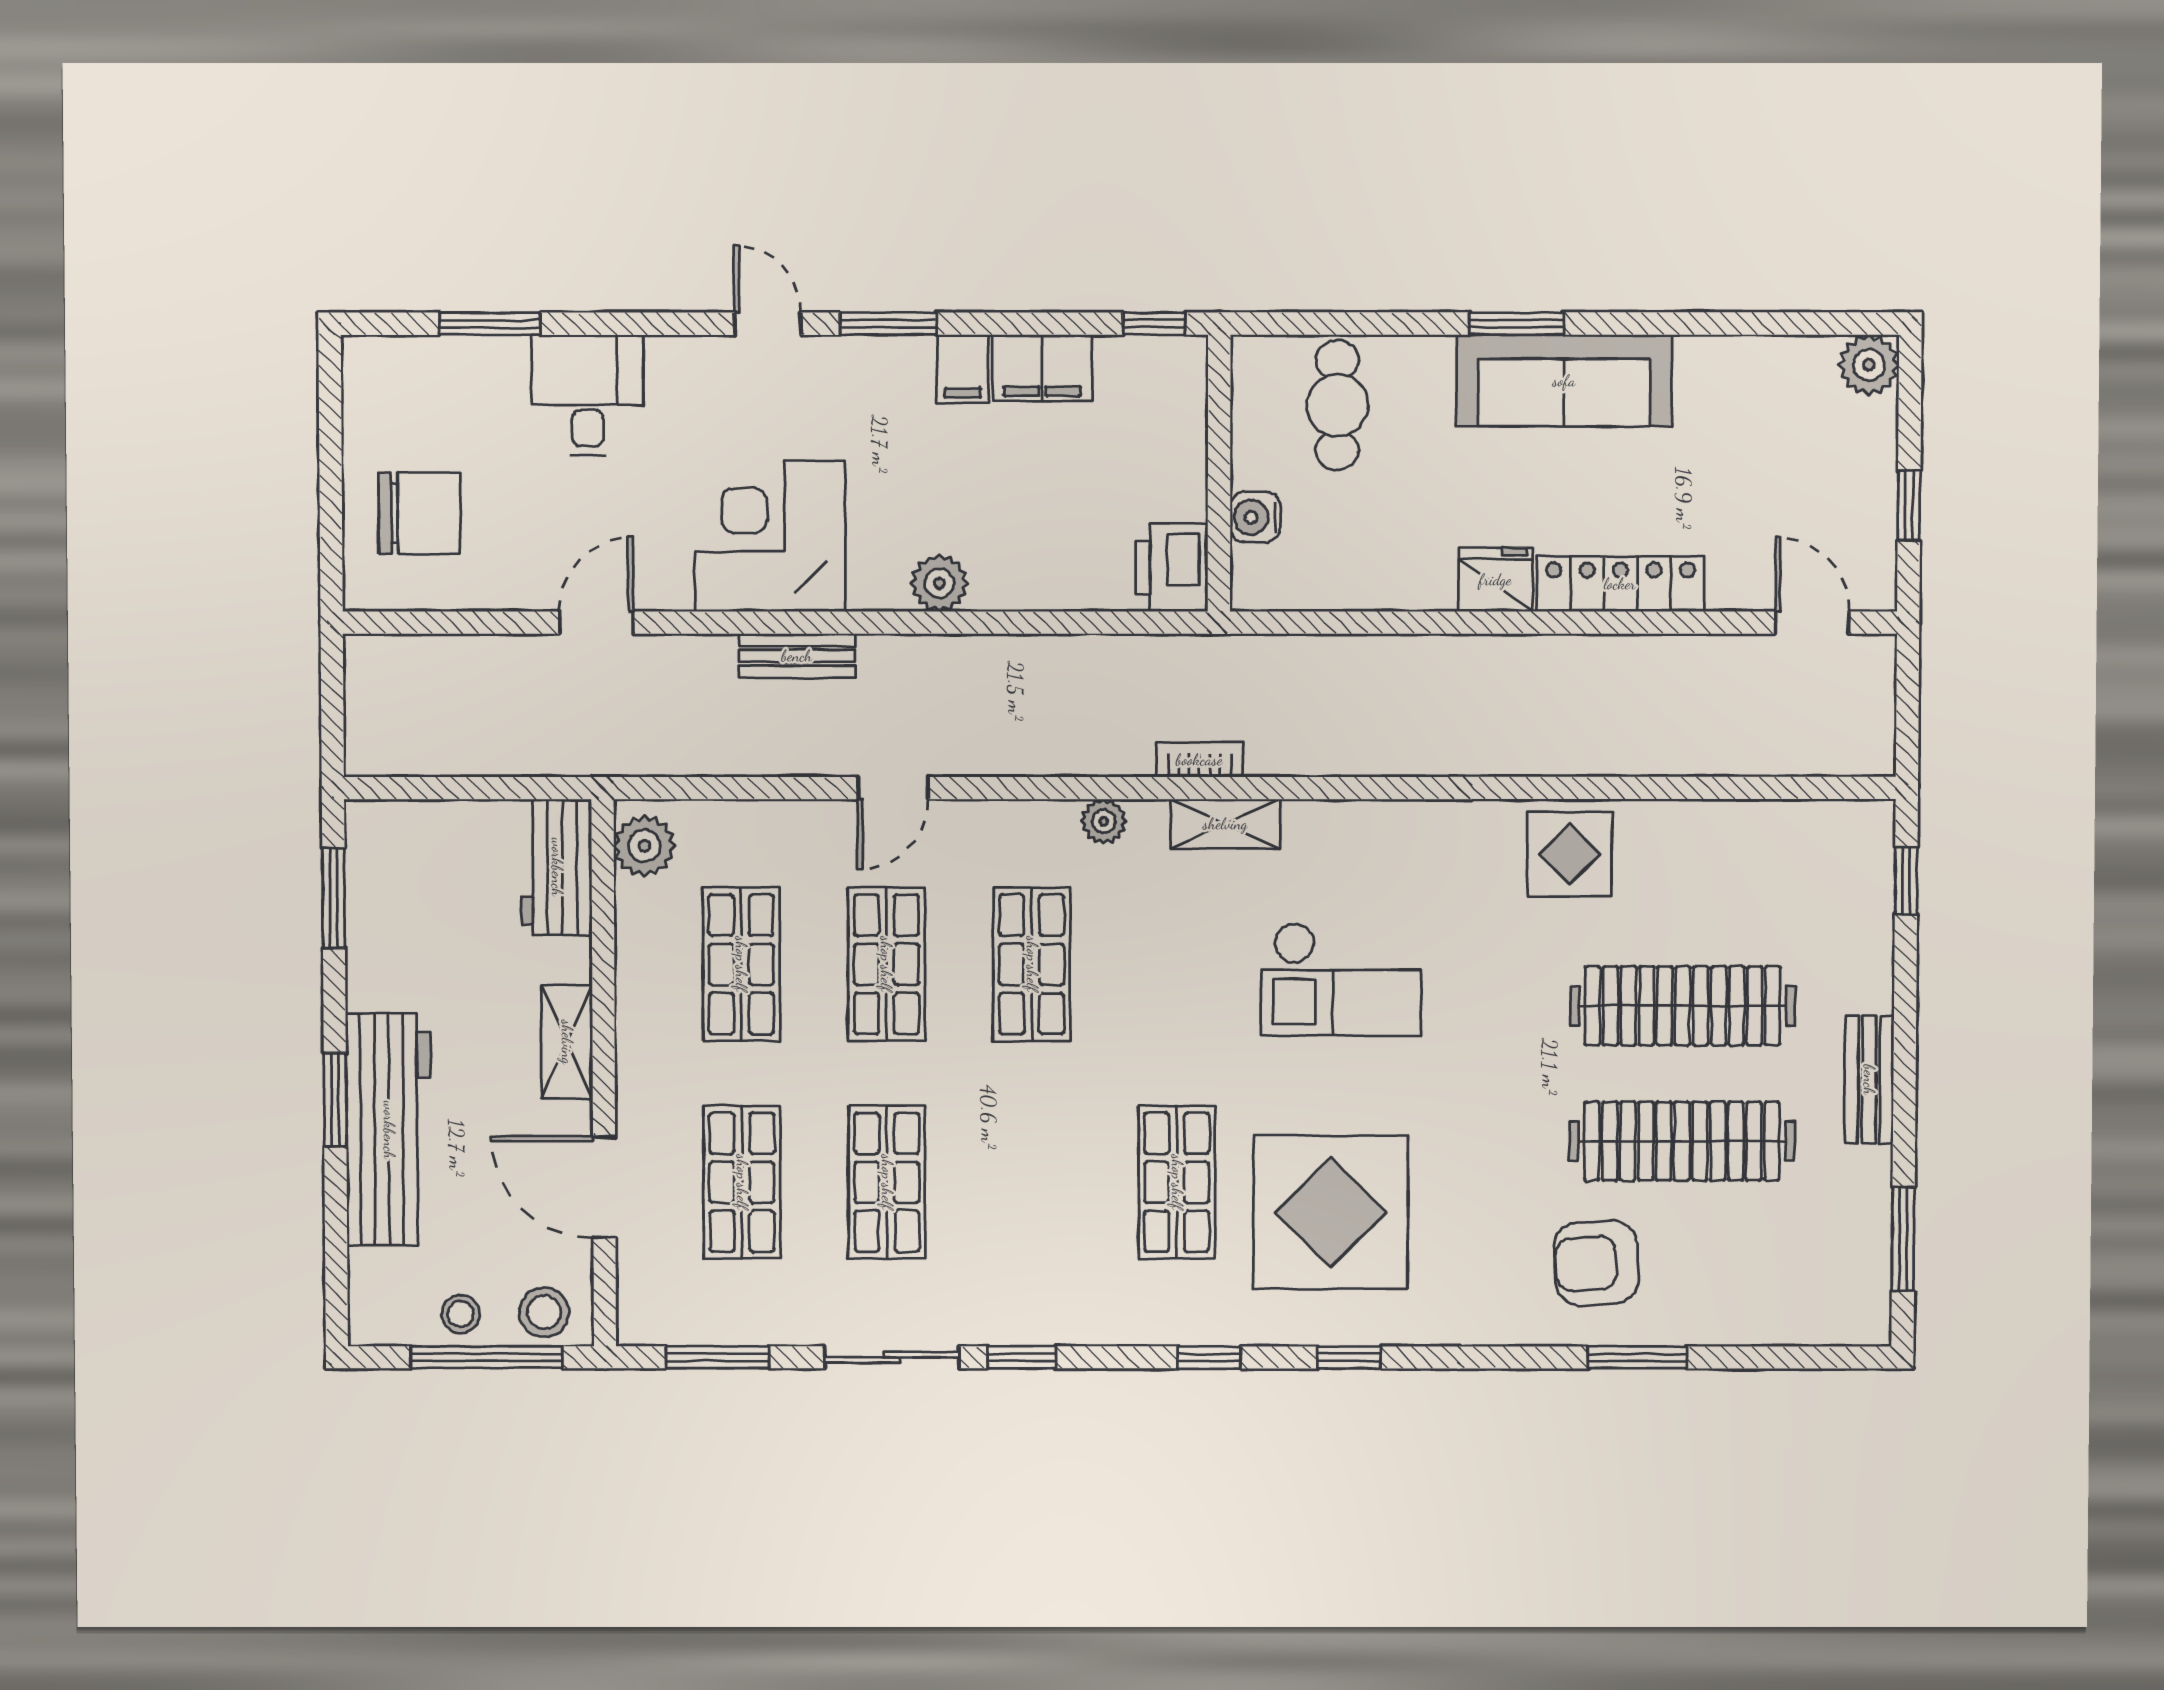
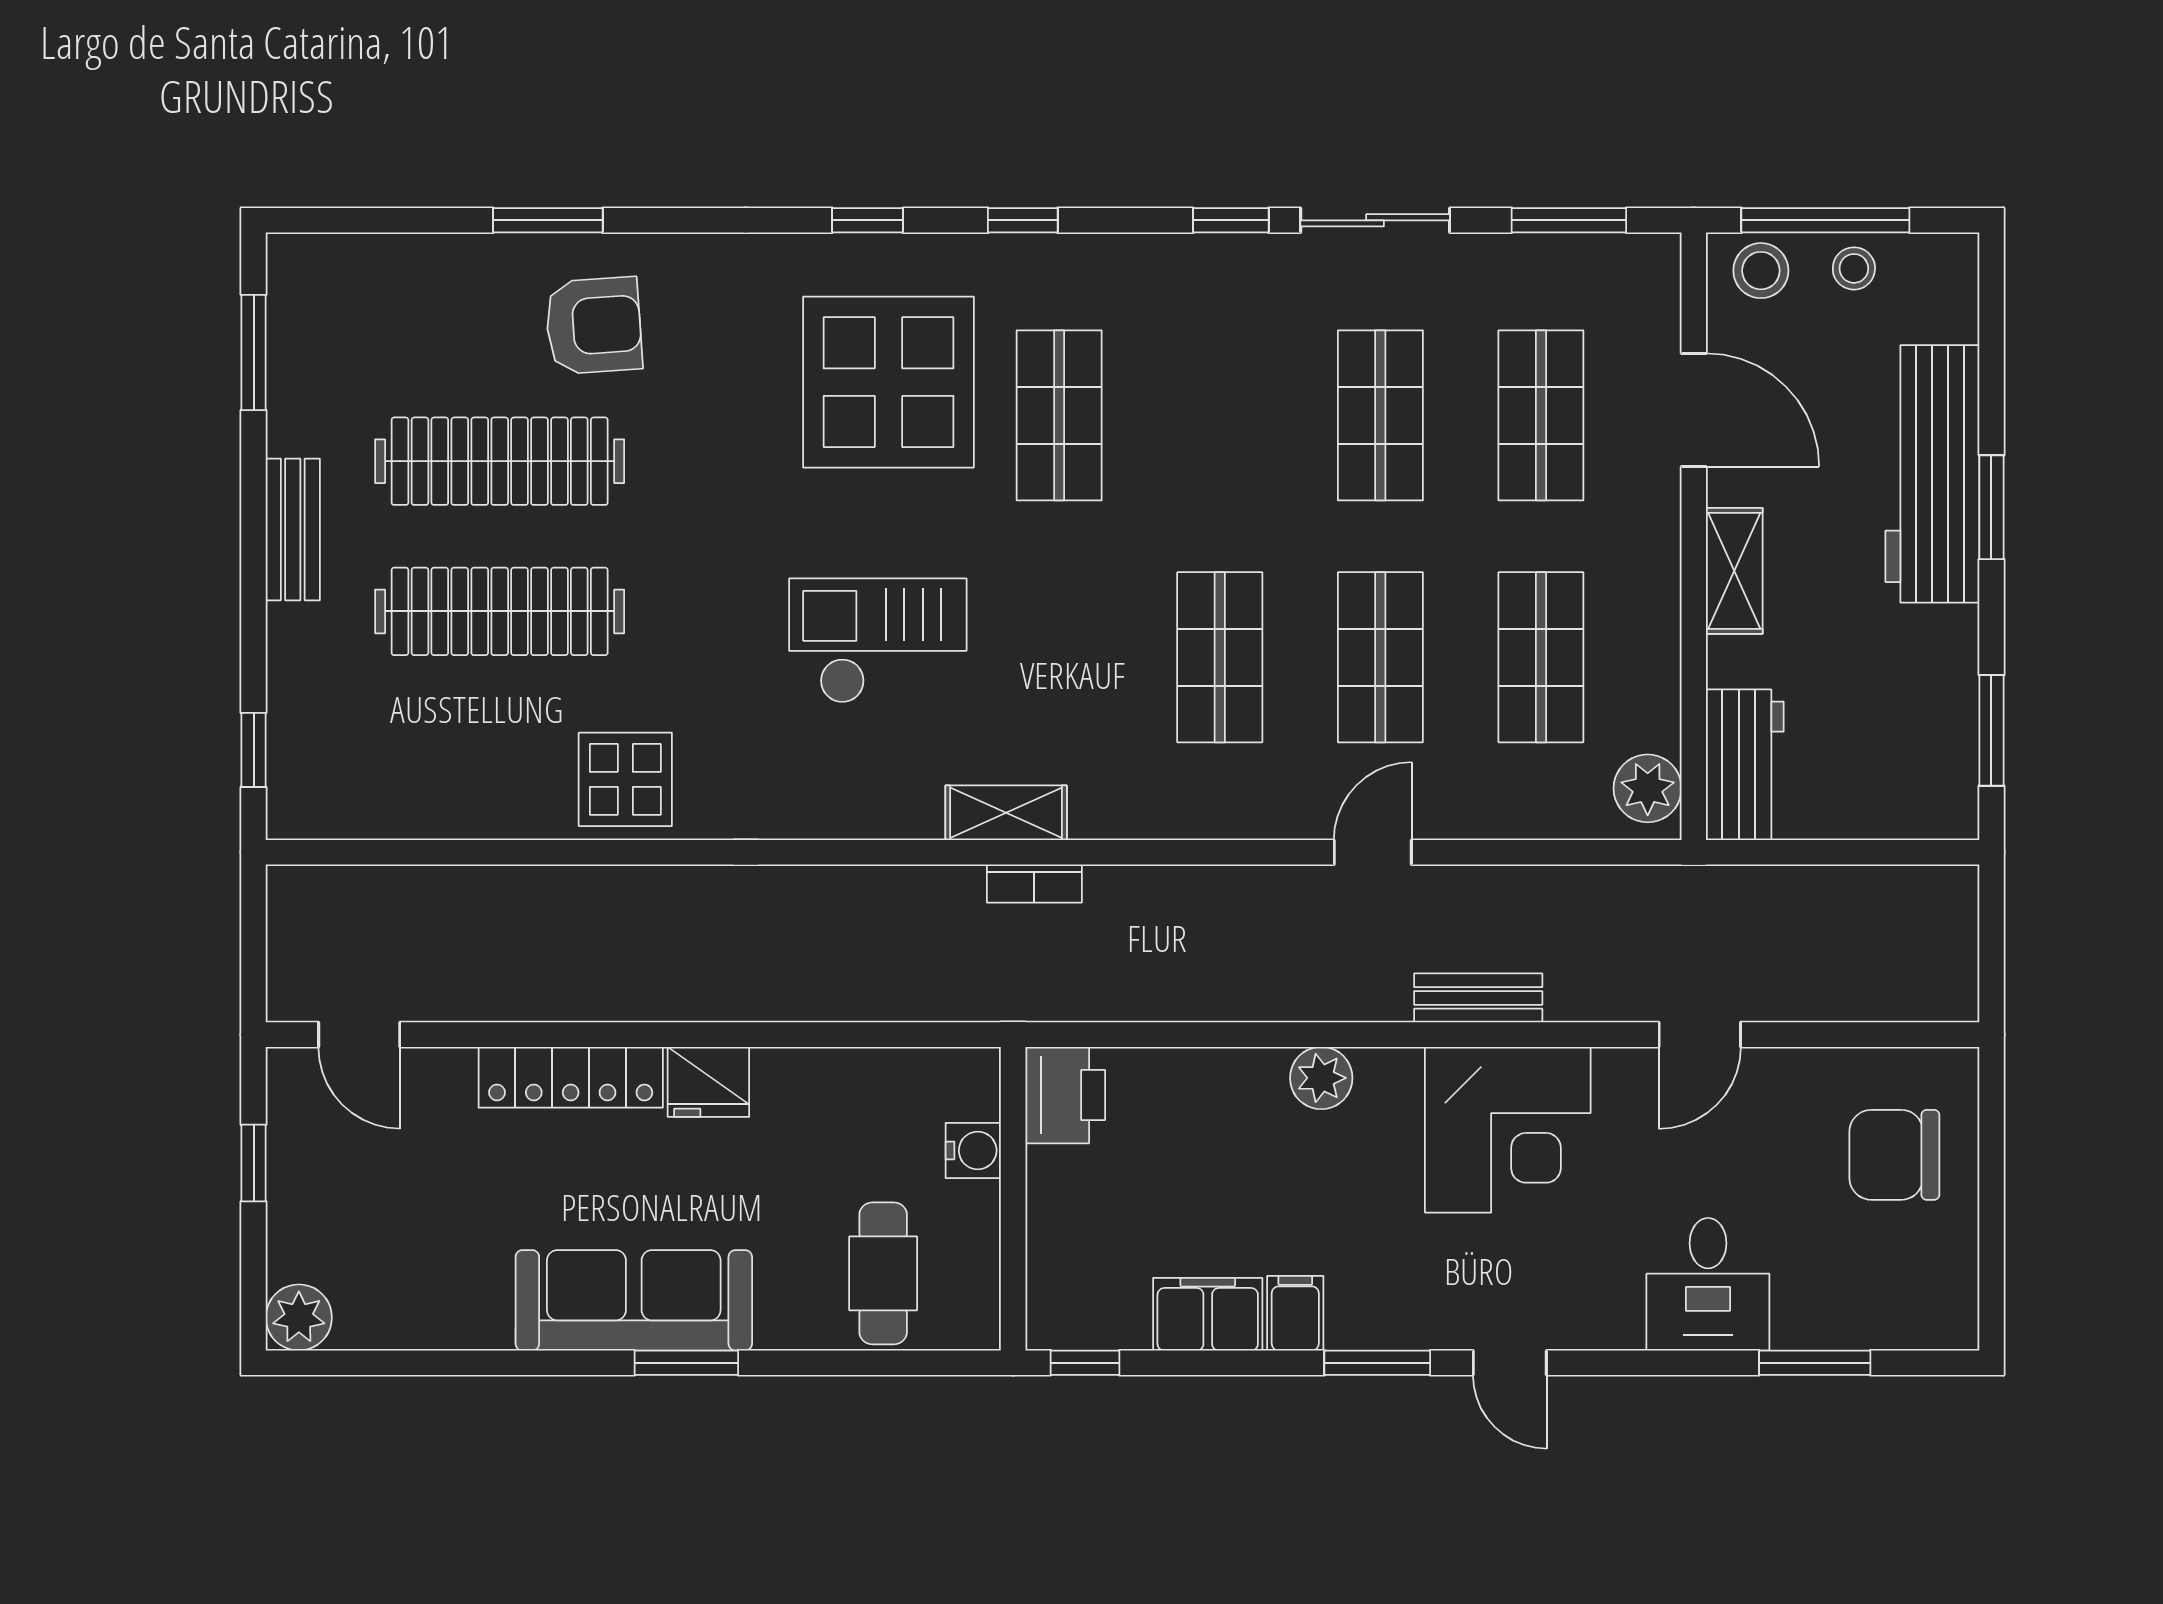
plant: (1104, 821) -> (1140, 816), removed

